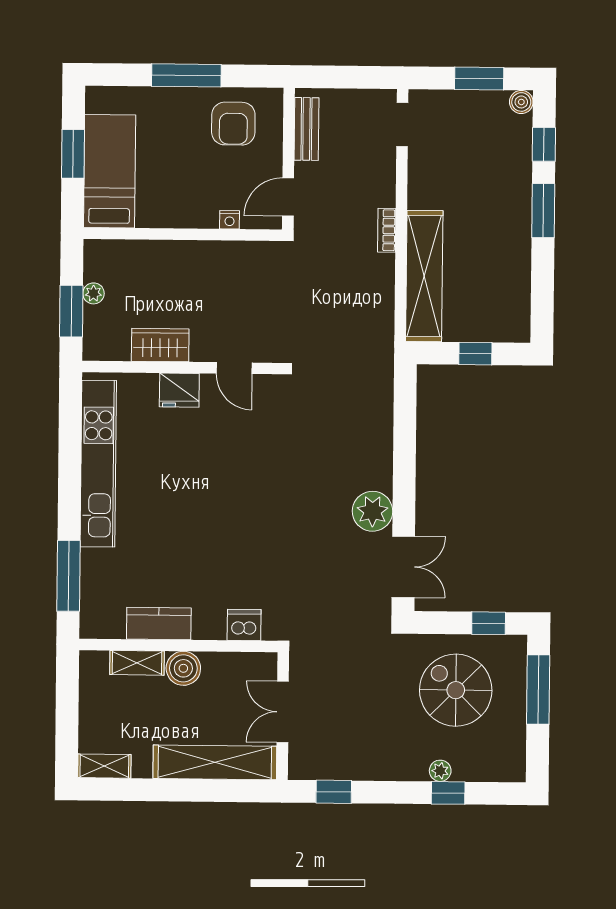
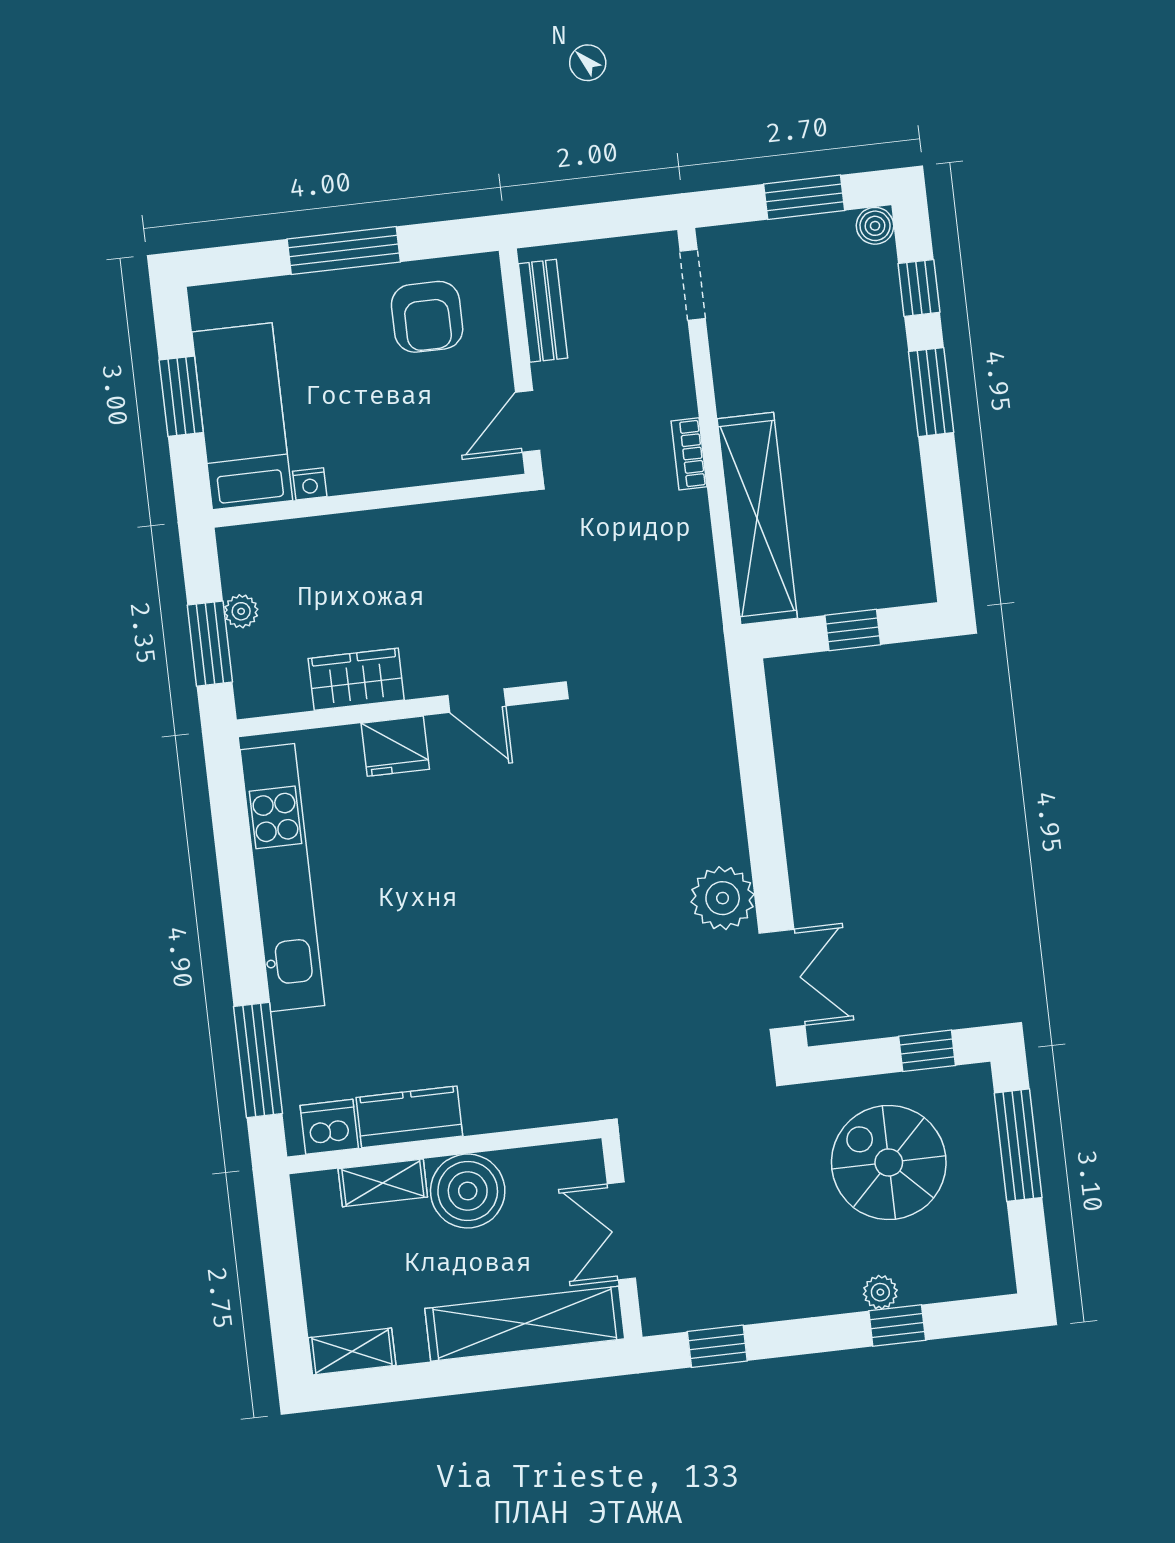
nightstand: (230, 220) -> (310, 484), moved
dishwasher: (244, 625) -> (329, 1127), moved
boiler: (183, 668) -> (468, 1191), width x1.37, depth x1.37

